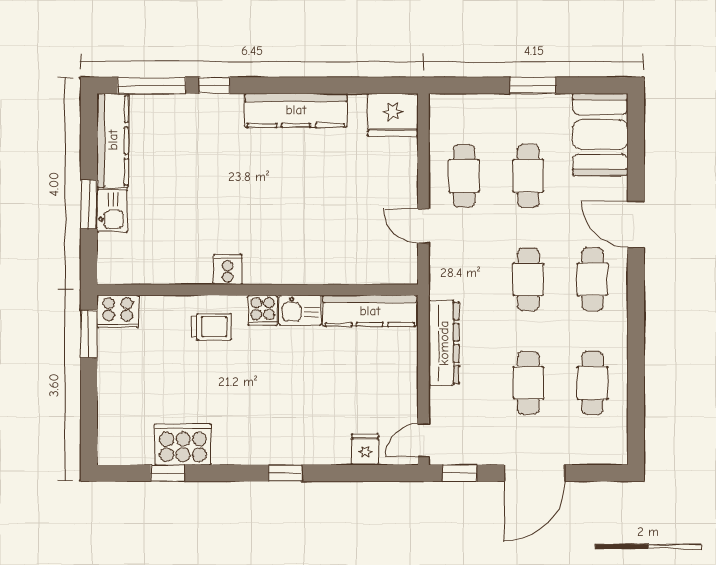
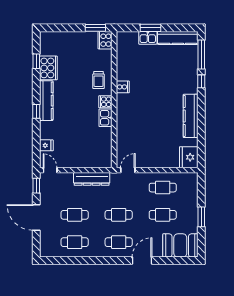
door: (423, 226) -> (128, 170), moved
kitchen counter: (370, 311) -> (46, 101), moved, turned 180

